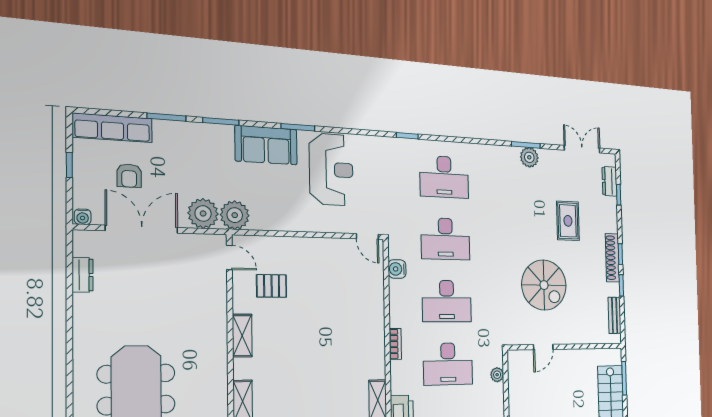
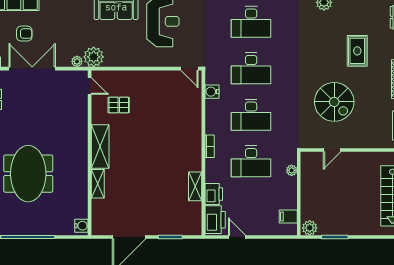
armchair: (129, 176) -> (24, 34), turned -90
plant: (203, 213) -> (77, 61), width x0.53, depth x0.53
shelving: (242, 335) -> (100, 146), width x1.50, depth x1.33

